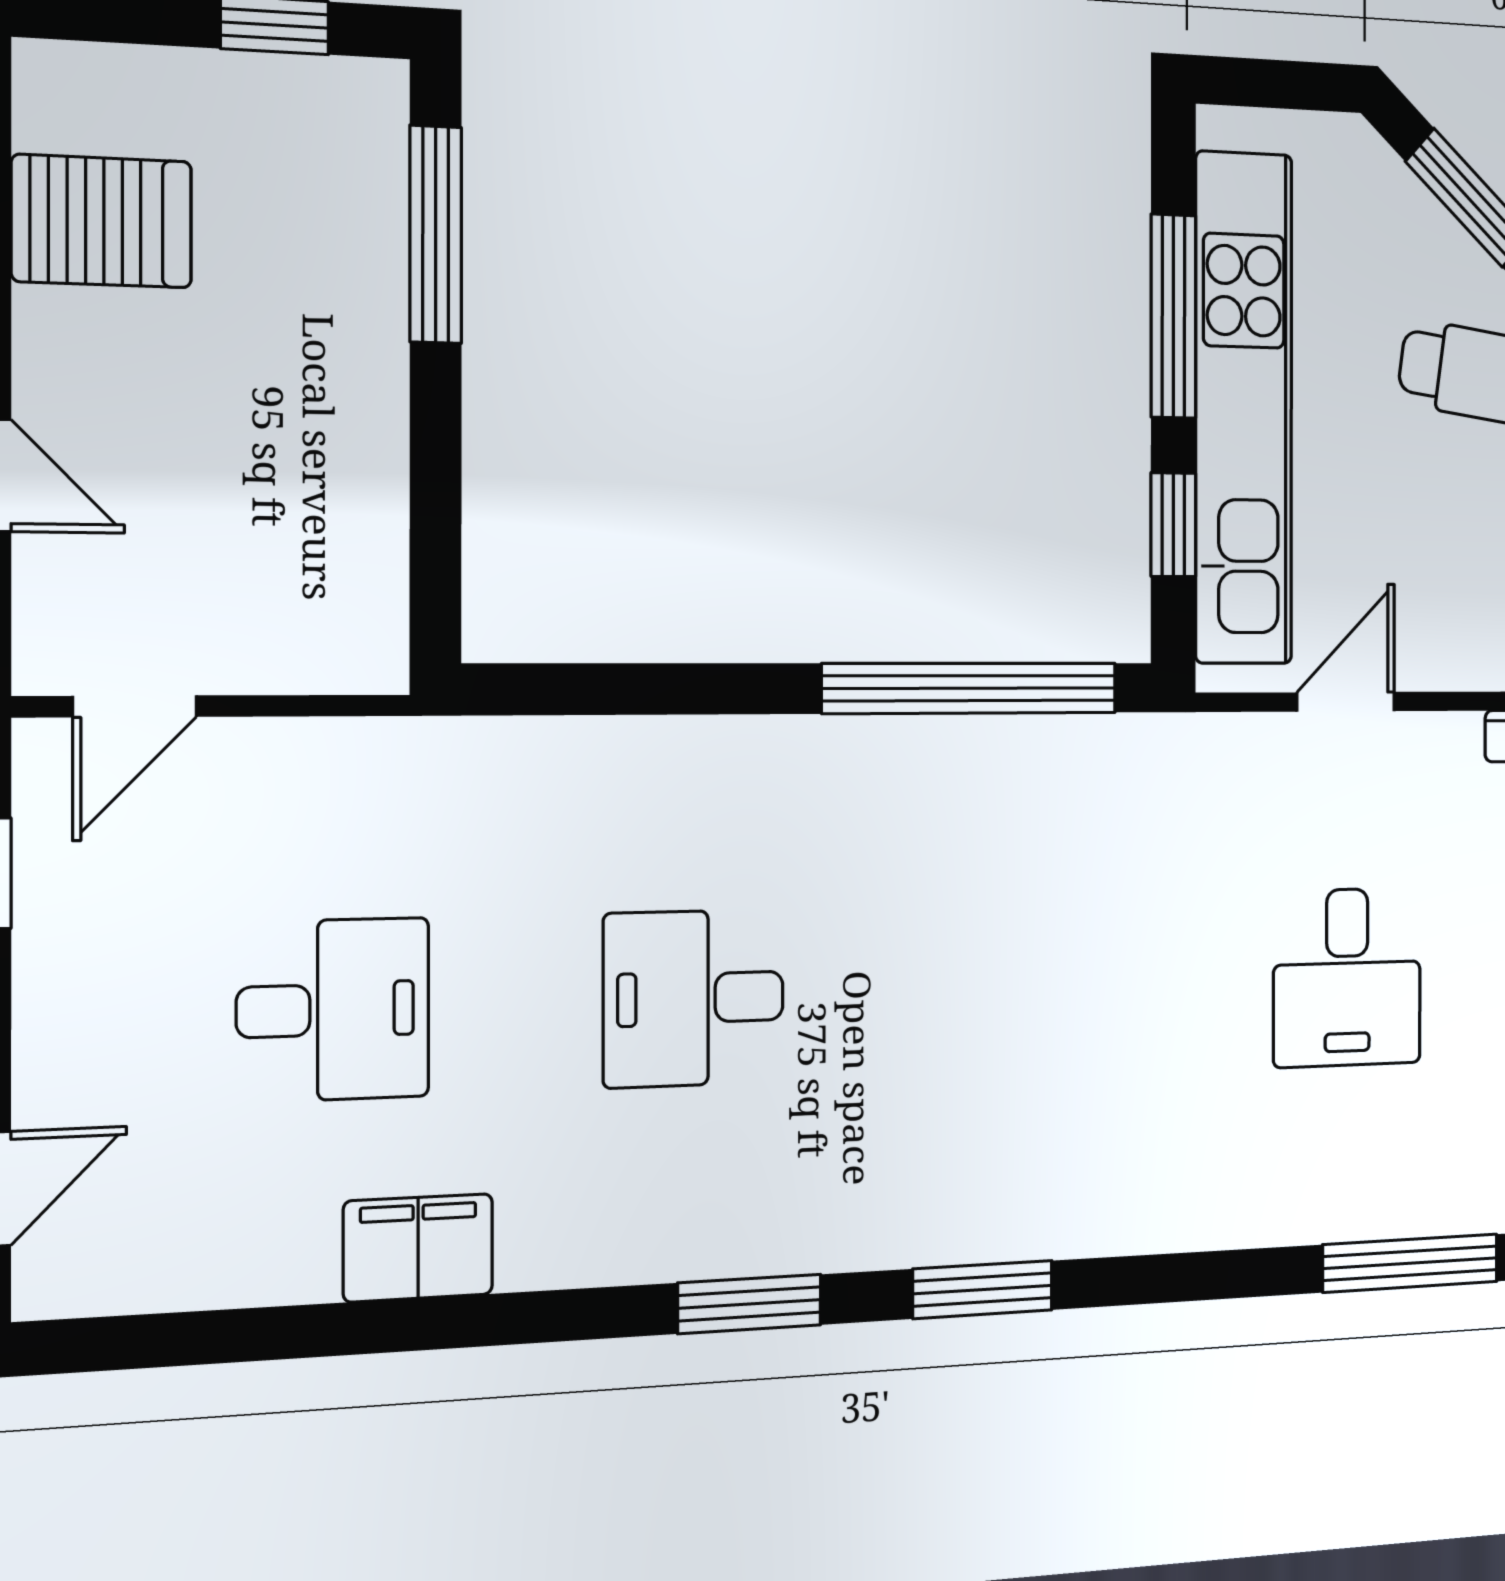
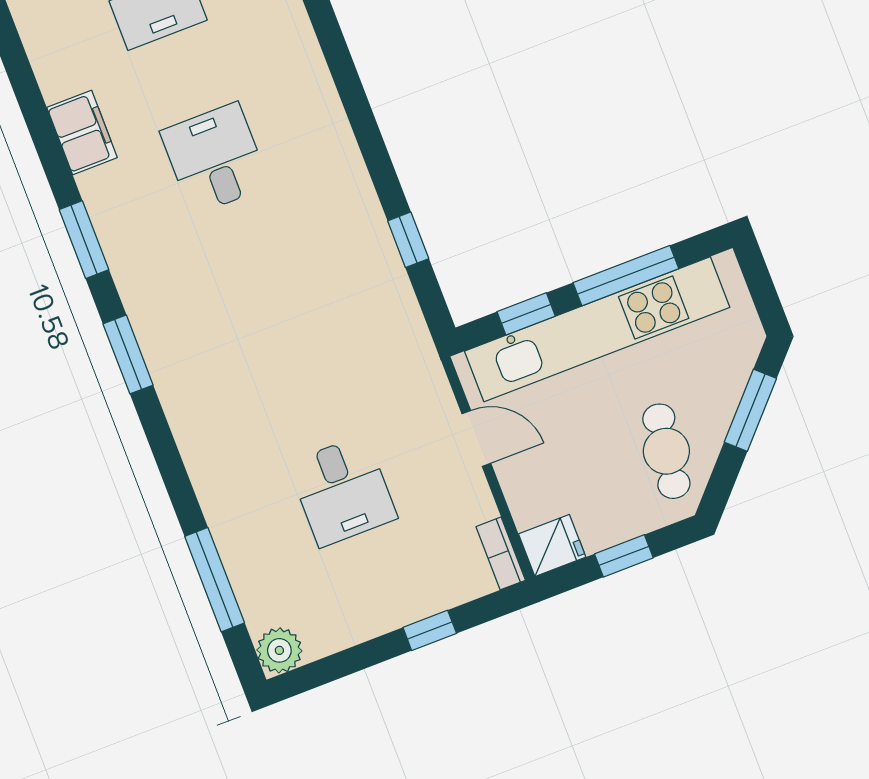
window: (970, 688) -> (408, 240), width x0.32
desk: (1347, 977) -> (343, 491), turned -90
filing cabinet: (418, 1248) -> (82, 133), moved

